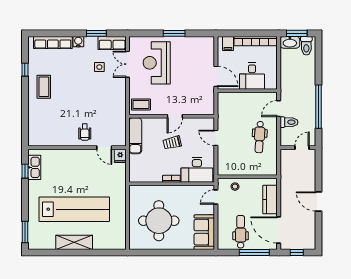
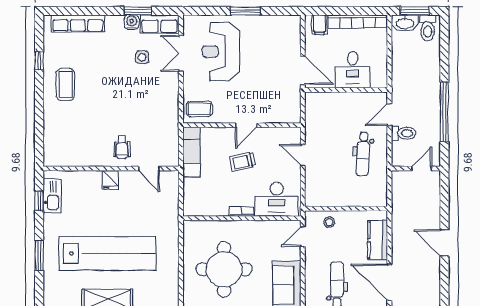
water cooler: (78, 42) -> (132, 22), moved
fridge: (120, 156) -> (110, 180), moved
window: (25, 232) -> (39, 255), moved

